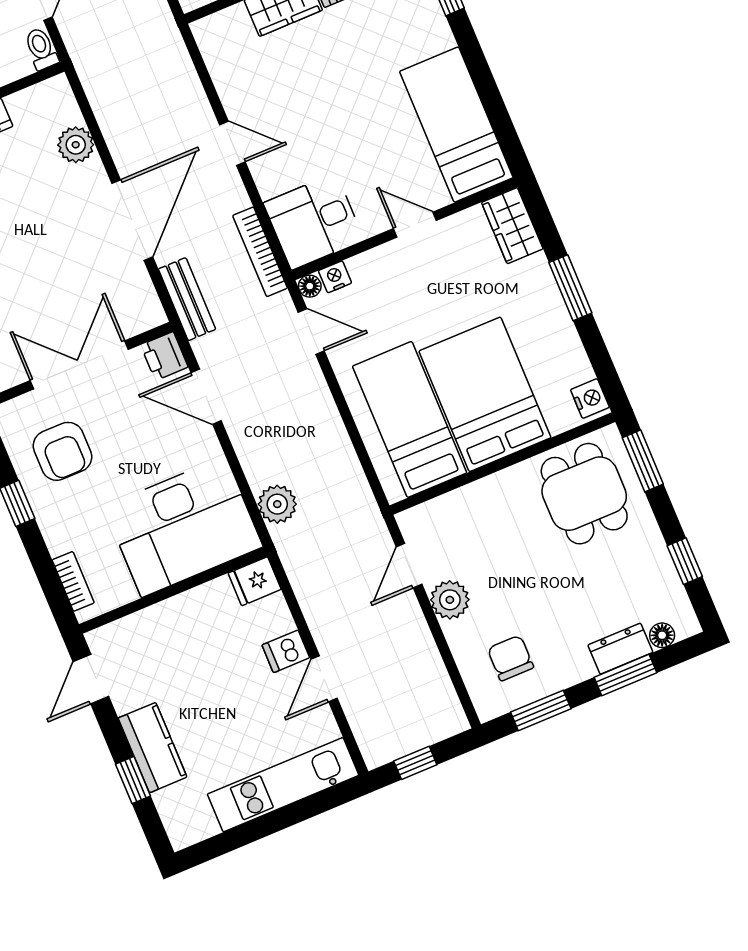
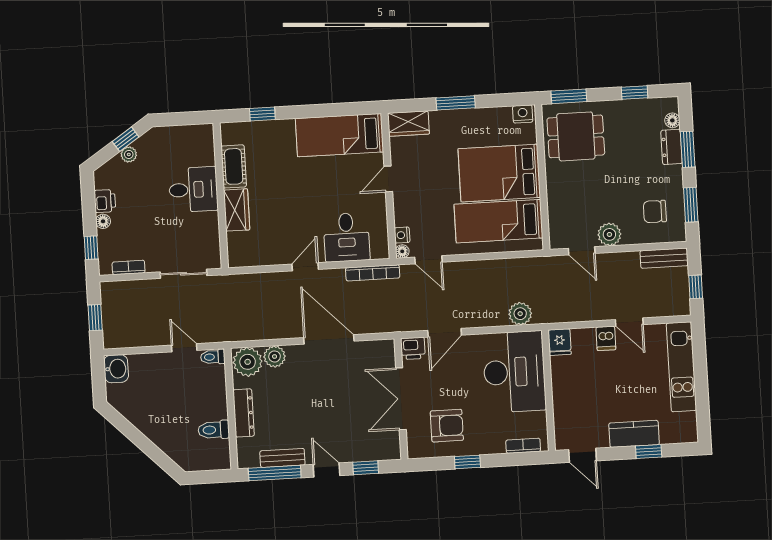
plant: (53, 106) -> (248, 362), added
desk: (314, 221) -> (347, 237), moved
bench: (187, 299) -> (664, 258), moved
door: (311, 332) -> (428, 260), swing flipped

